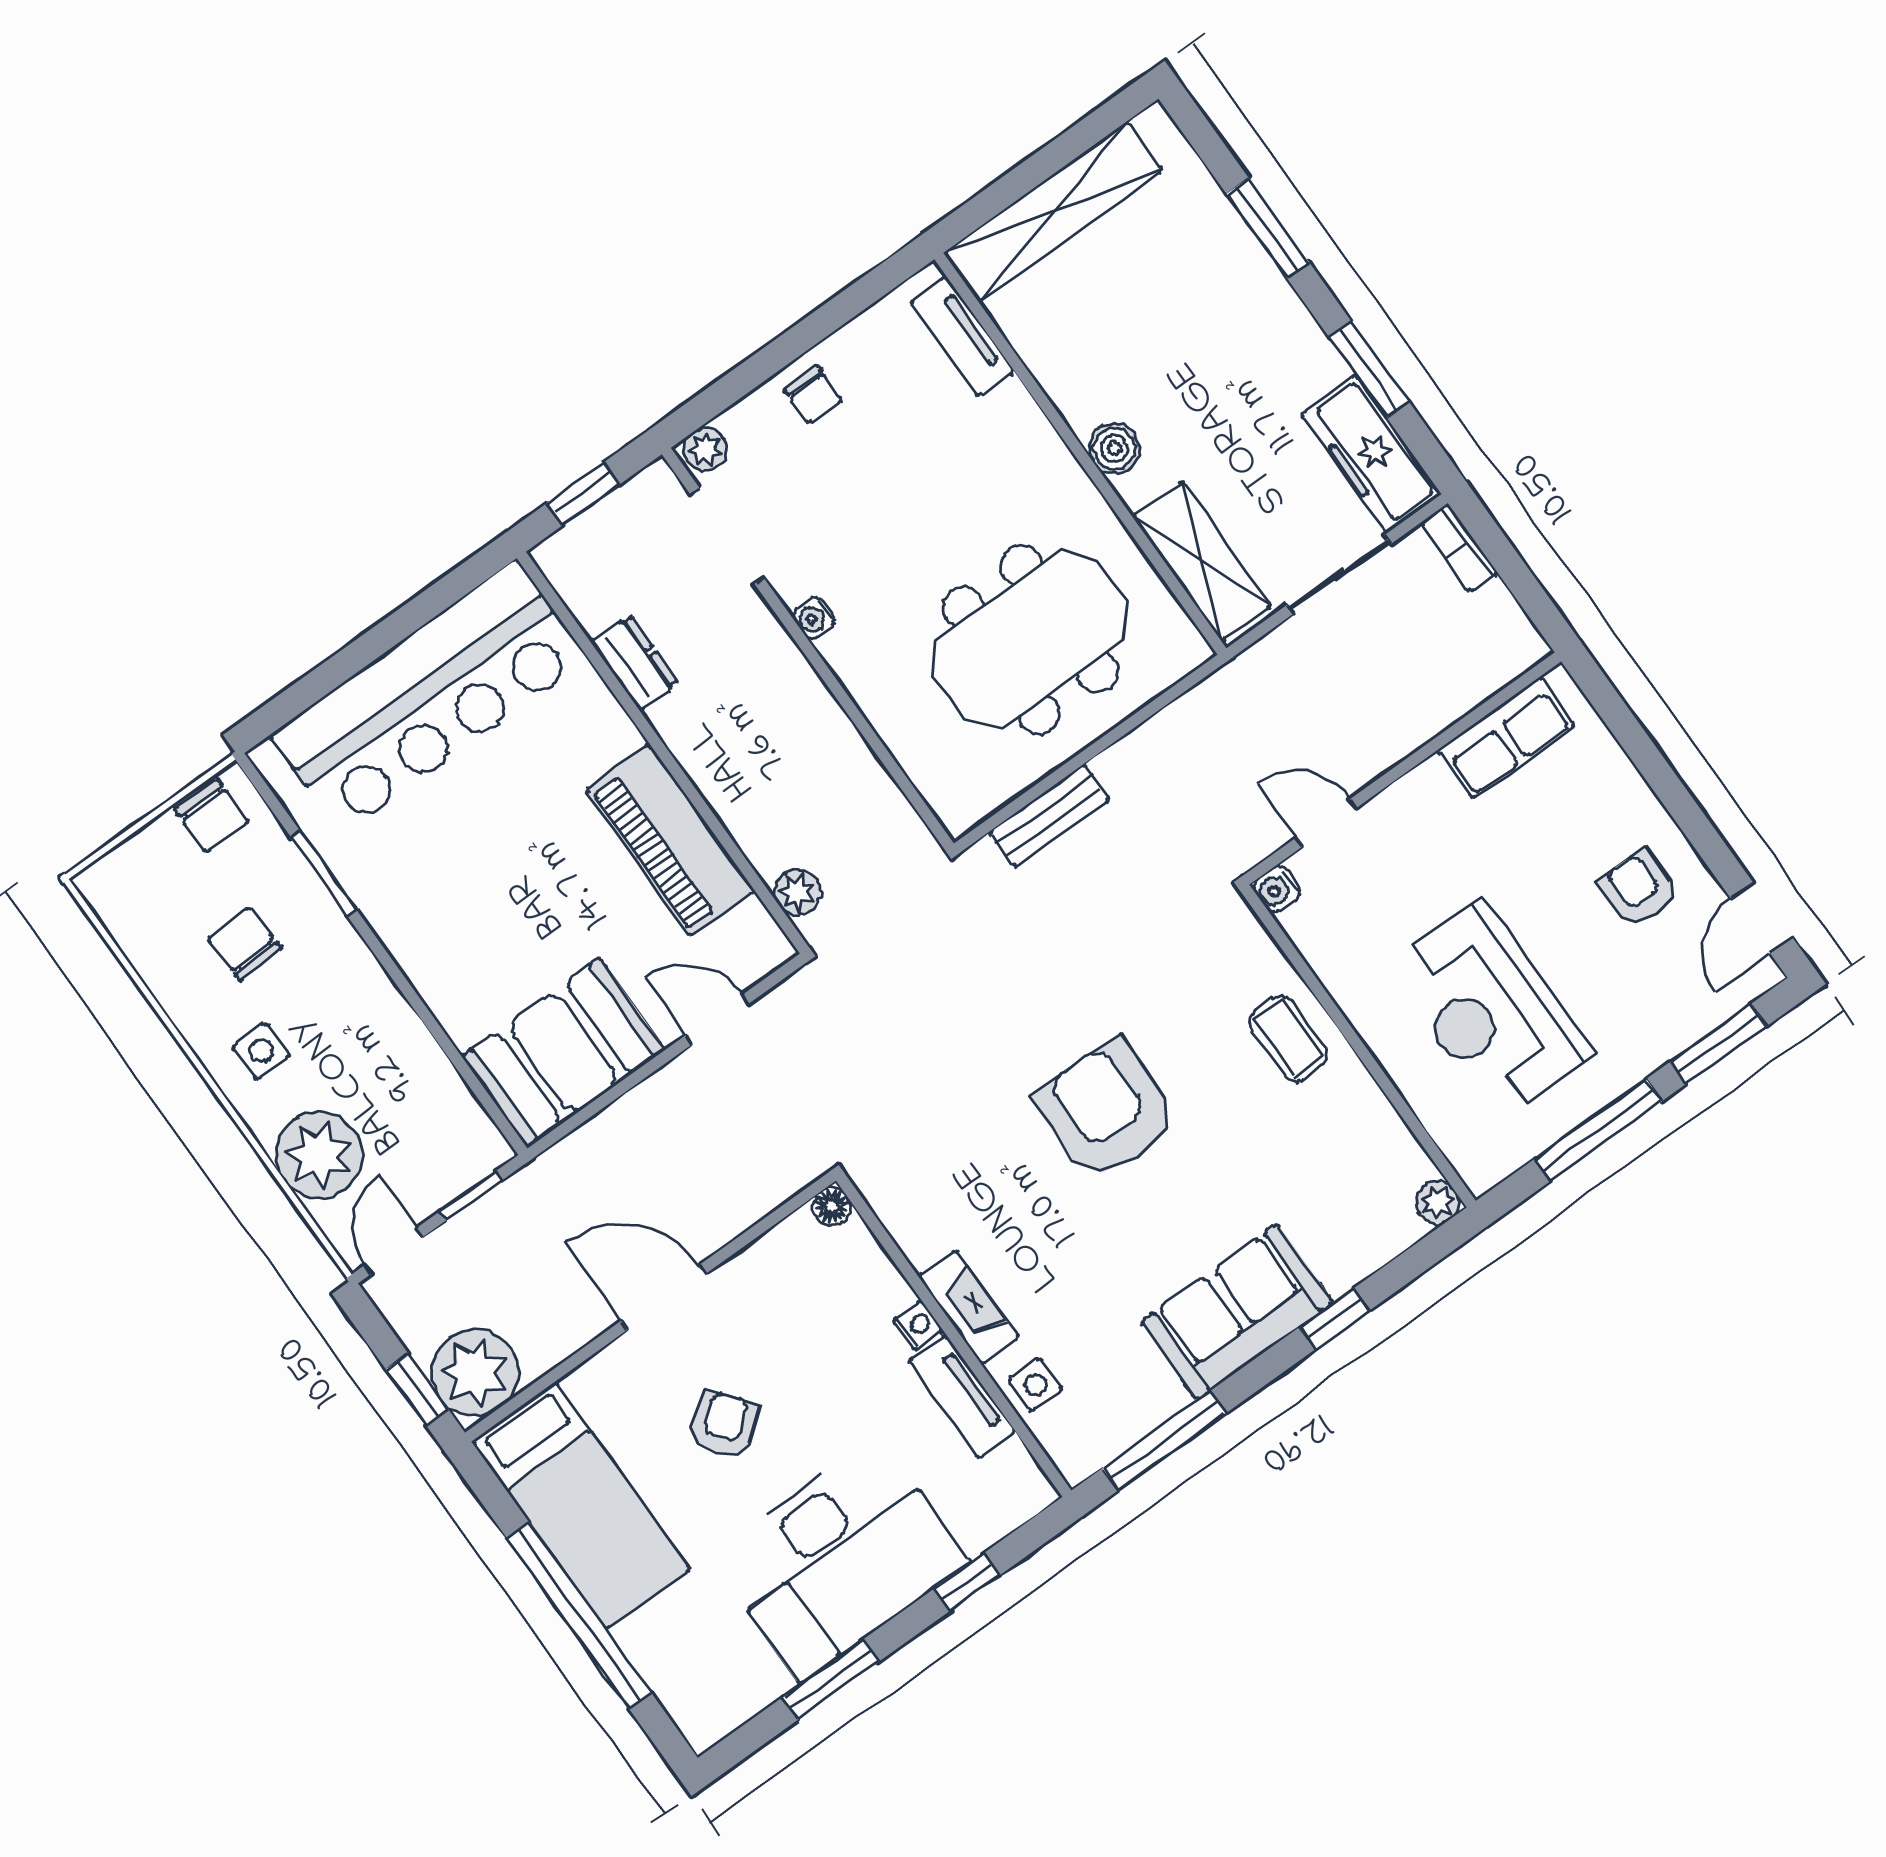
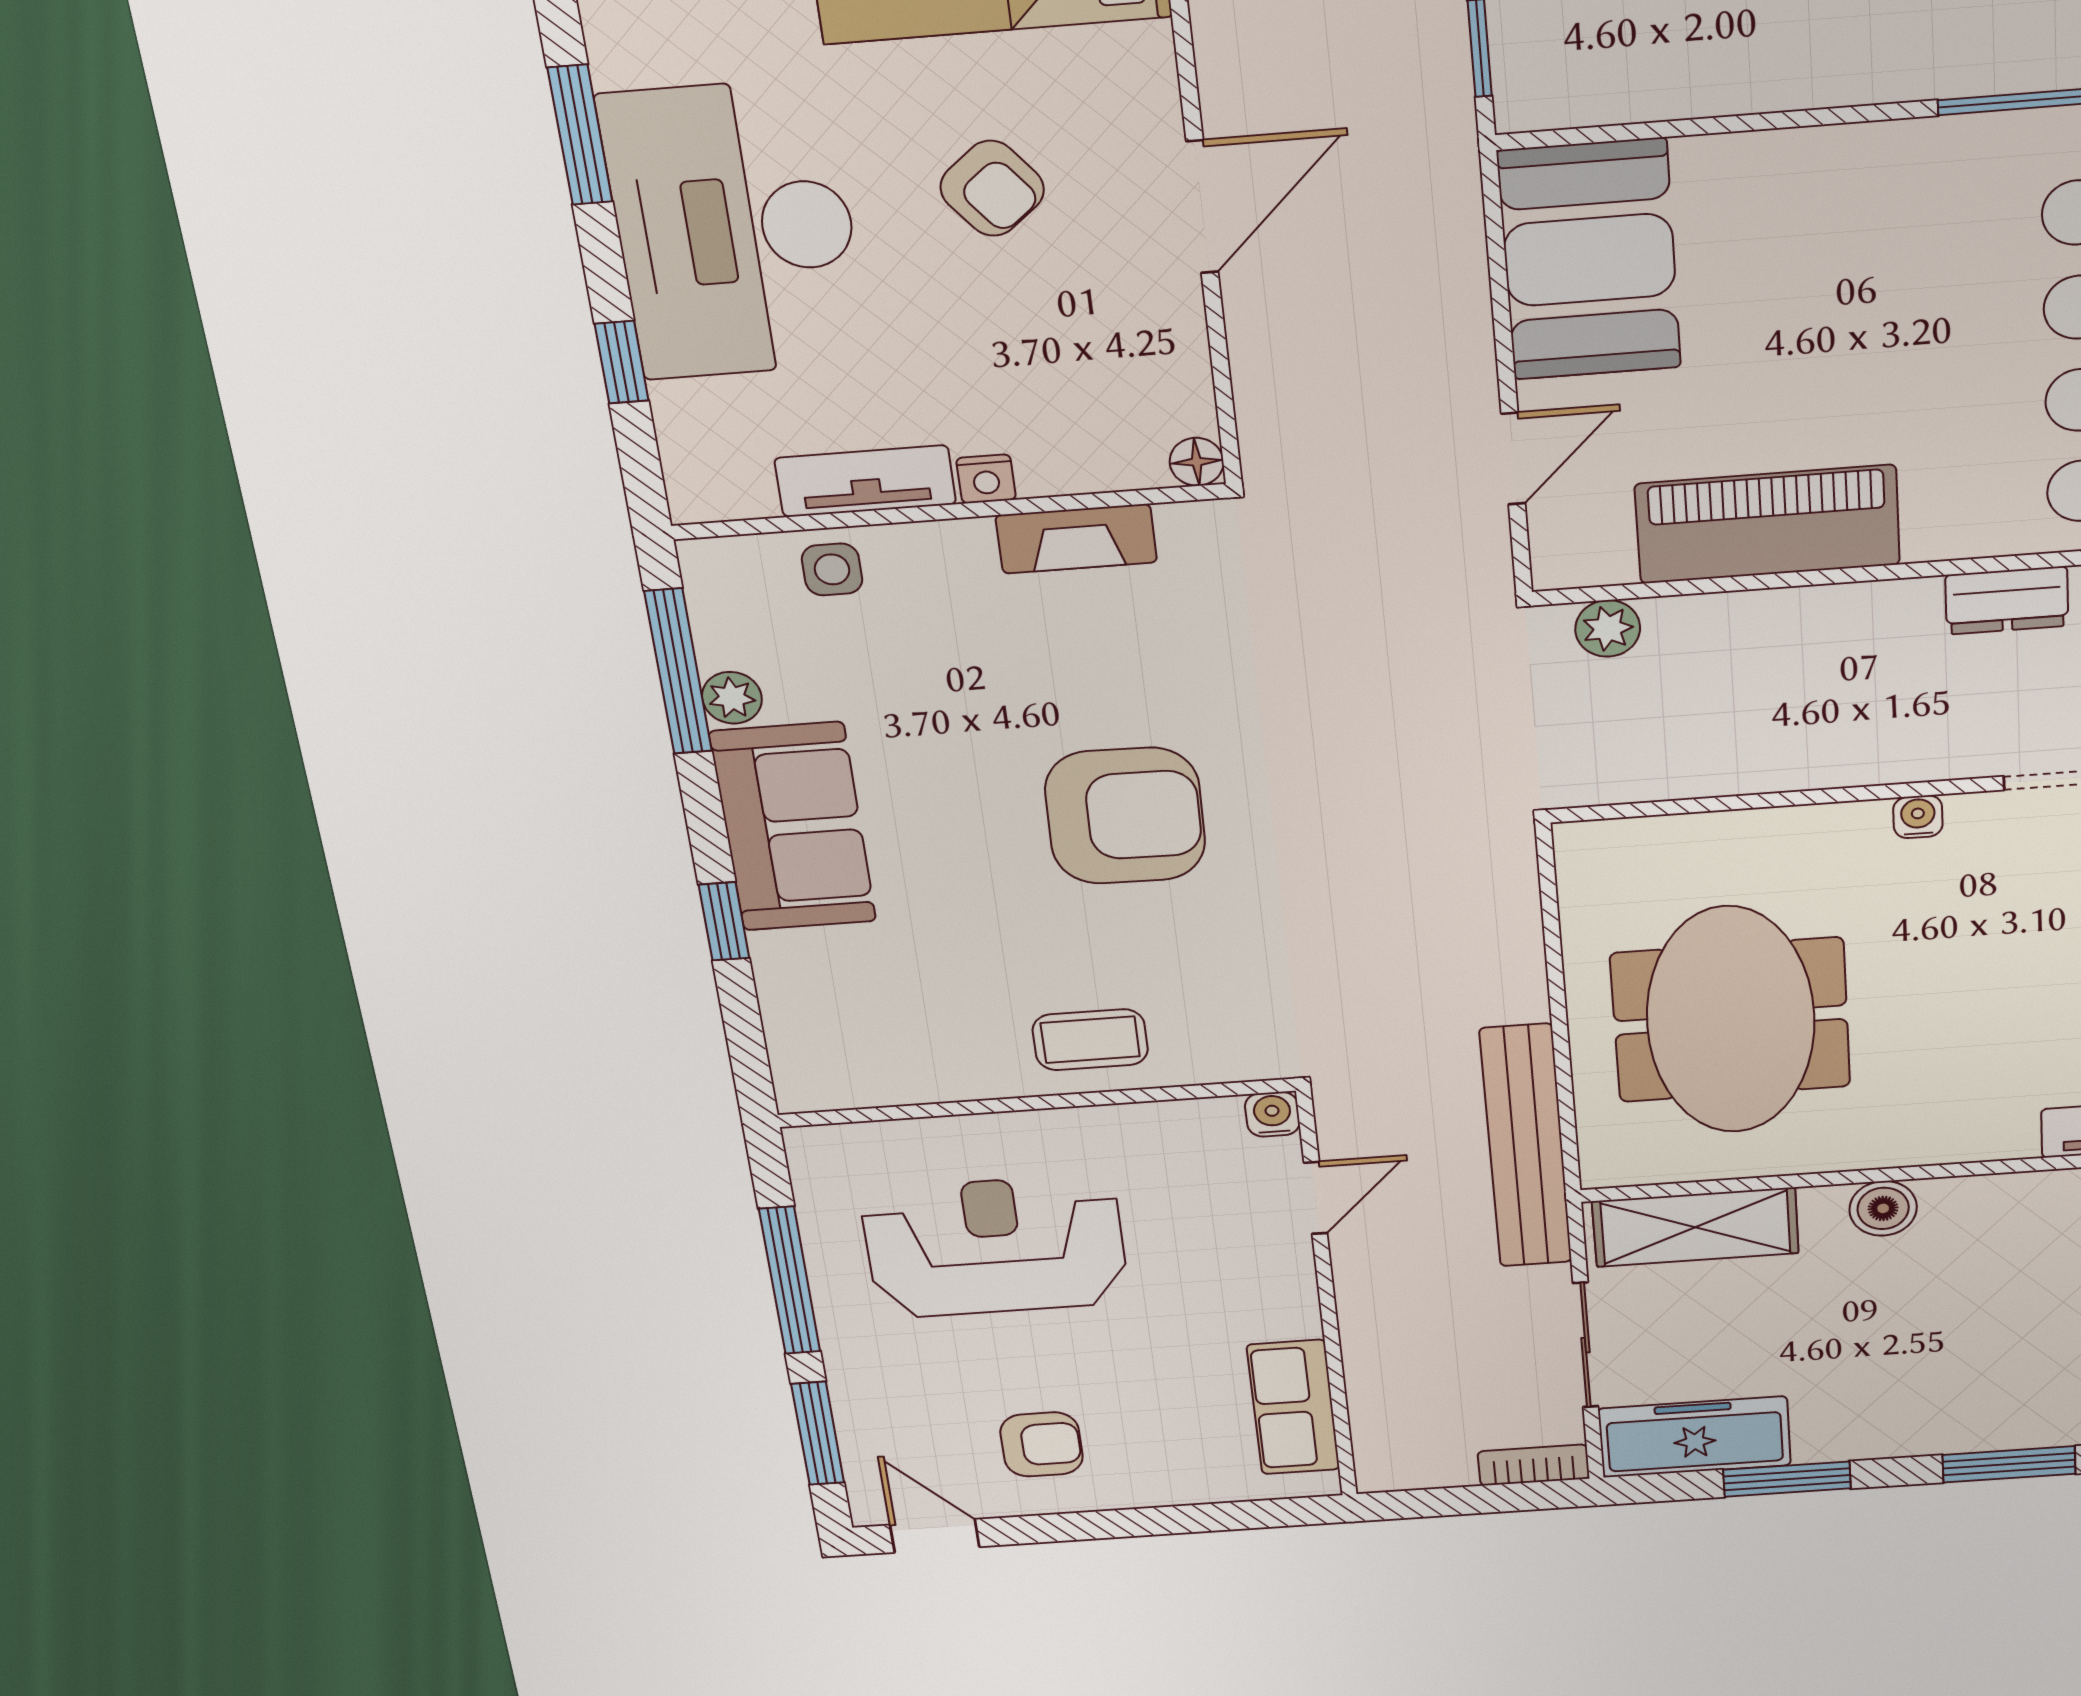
bench: (1049, 816) -> (1526, 1146), moved, width x1.86, depth x1.21
plant: (1437, 1202) -> (732, 698), moved
fireplace: (968, 1307) -> (1076, 539), moved

